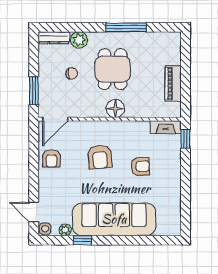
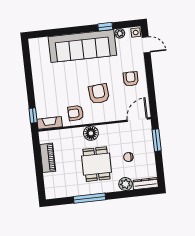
armchair: (52, 158) -> (131, 79), moved
armchair: (140, 166) -> (76, 113), moved

